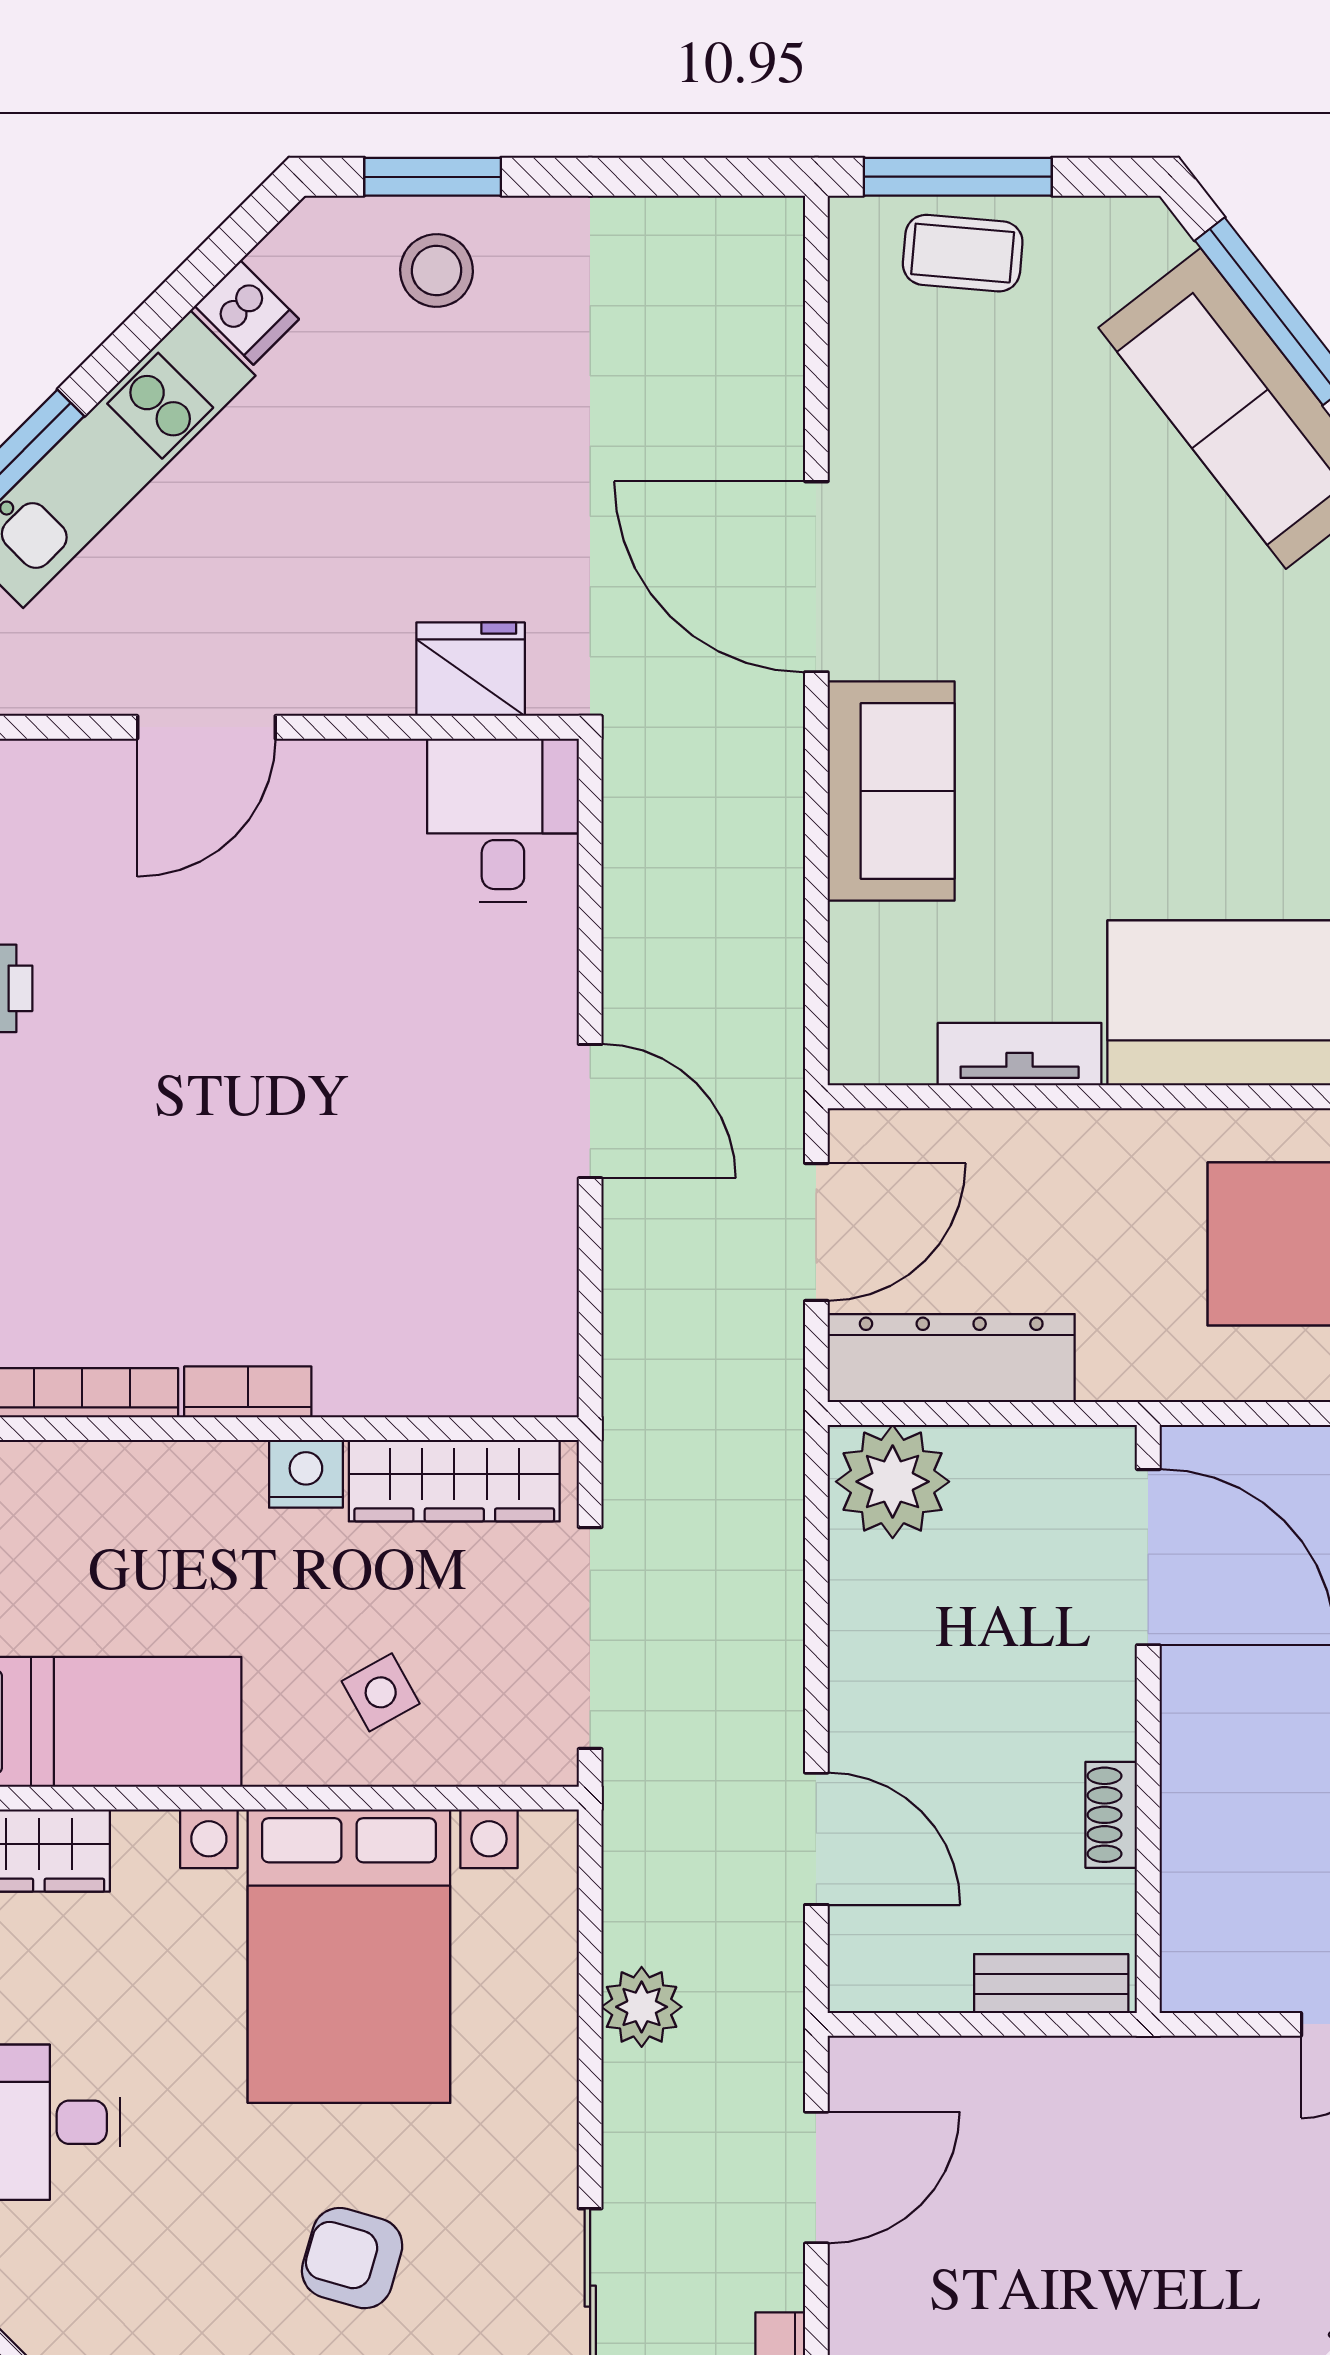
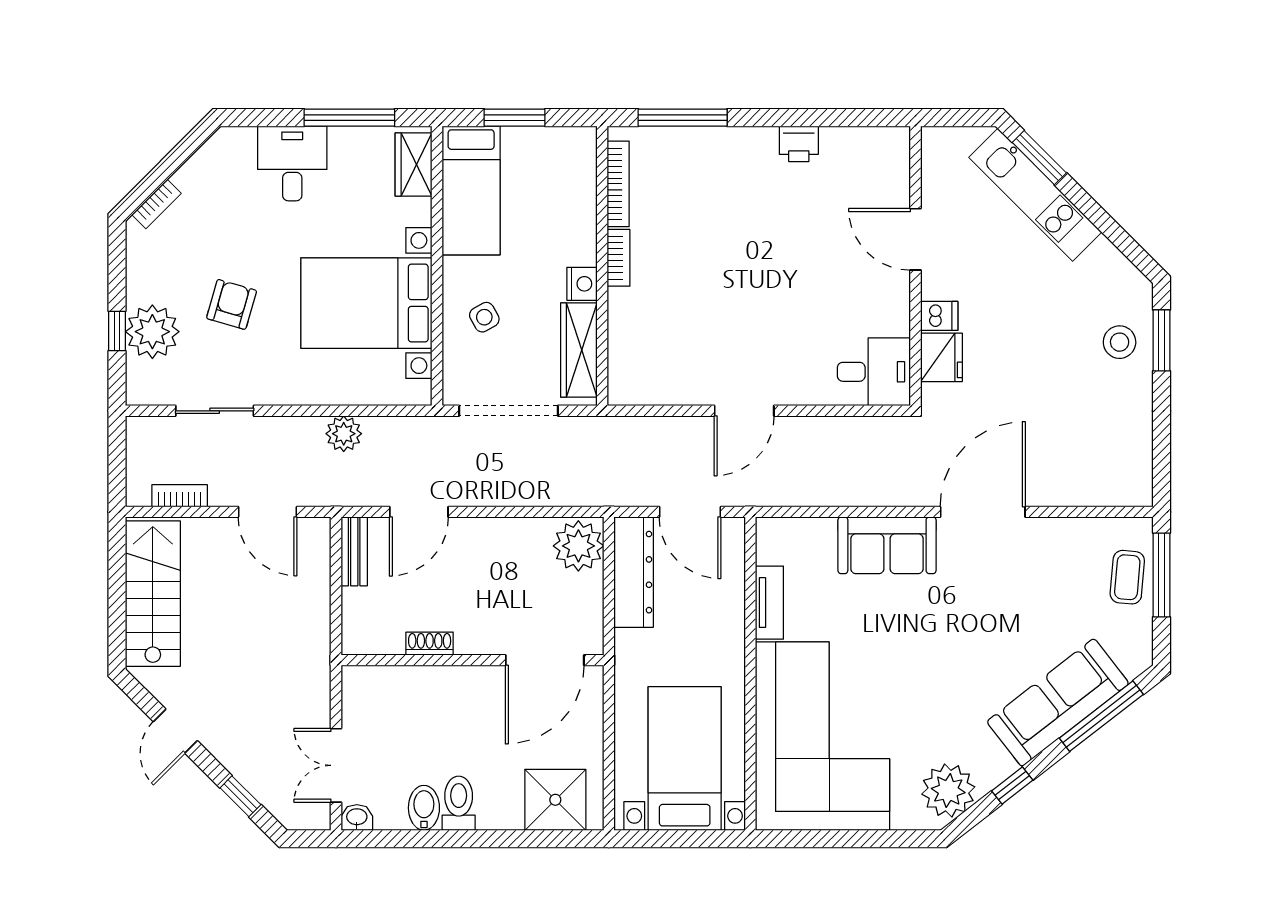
dishwasher: (247, 312) -> (939, 316), moved, turned -135
bench: (1051, 1984) -> (354, 551), moved

